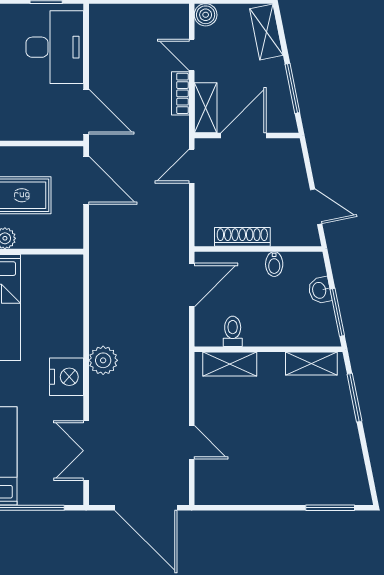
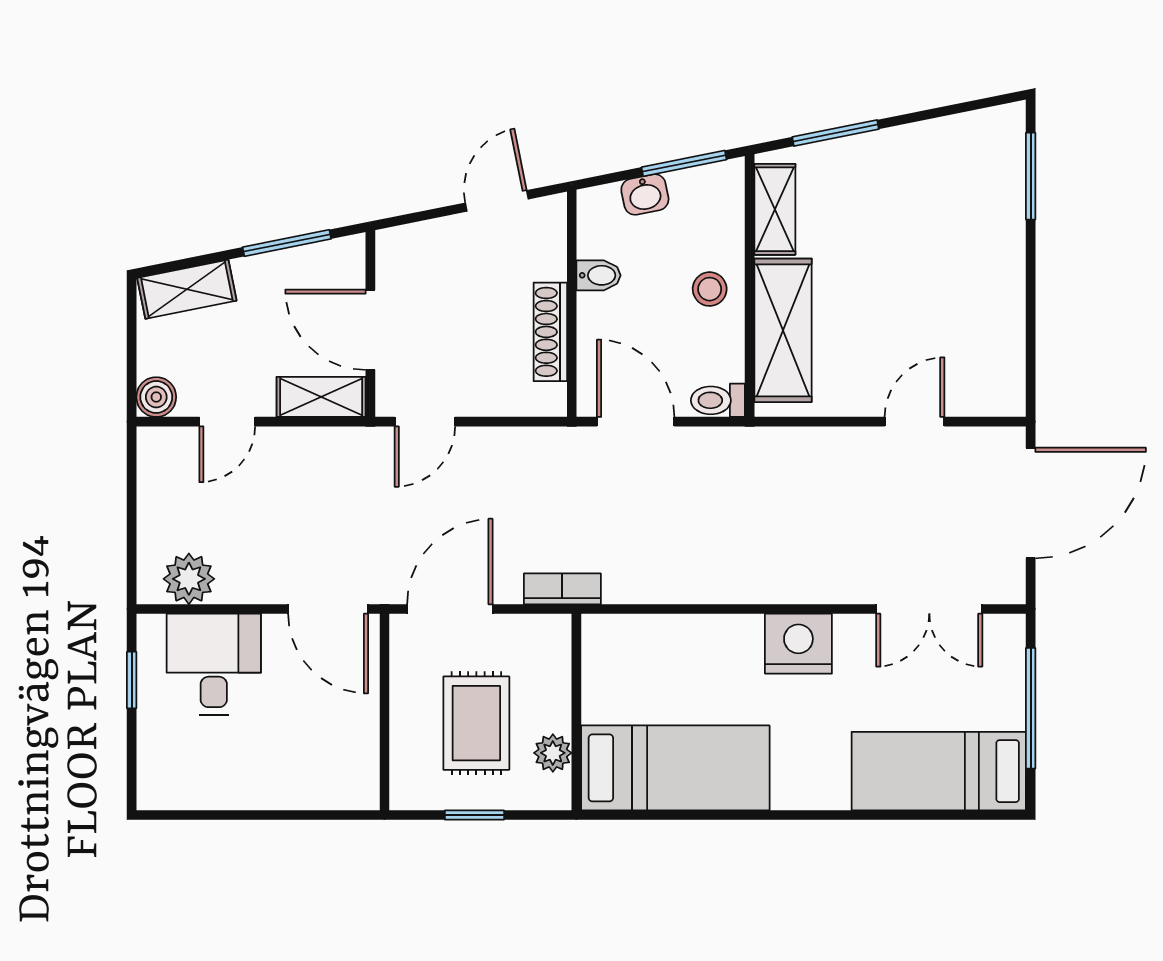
desk: (55, 47) -> (214, 664), width x0.73
bookcase: (180, 93) -> (562, 589), moved, turned 180
door: (86, 112) -> (328, 609), swing flipped
door: (192, 166) -> (425, 422), hinge flipped
stool: (266, 327) -> (710, 289), added
toilet: (233, 331) -> (718, 400), moved
plant: (103, 360) -> (189, 579), moved
shelving: (230, 364) -> (783, 330), width x1.50, depth x1.33

